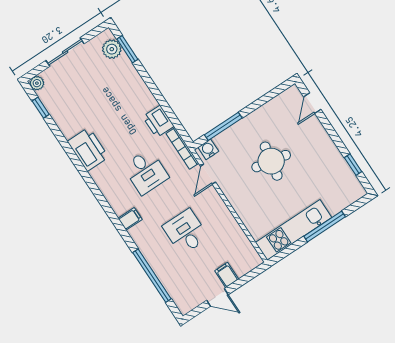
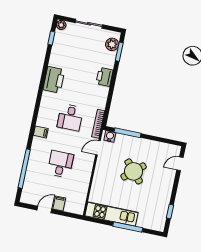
printer: (158, 121) -> (105, 77), moved
round table: (271, 161) -> (134, 171), turned 38
door: (217, 297) -> (44, 210), swing flipped

